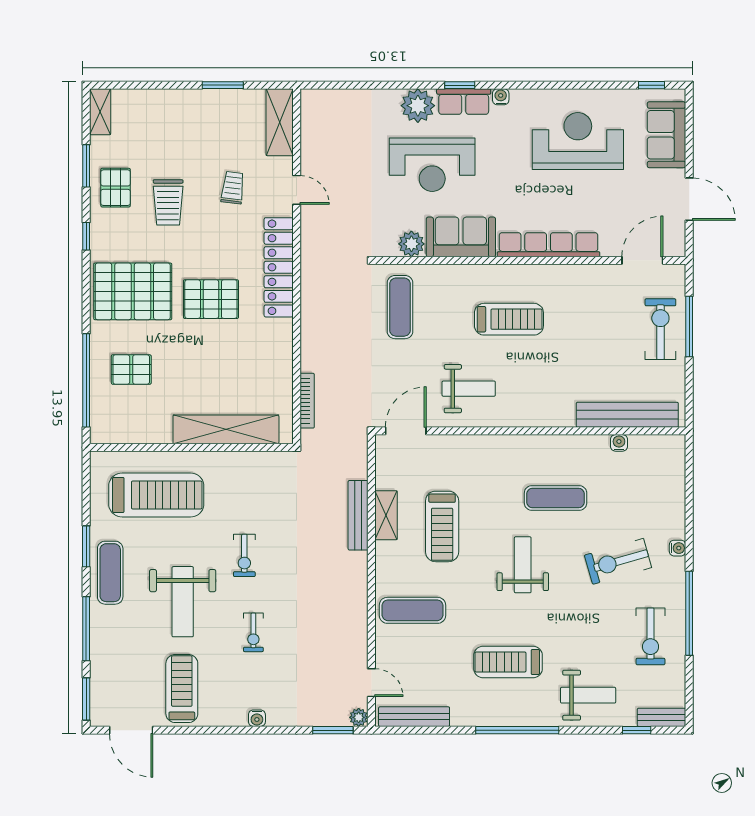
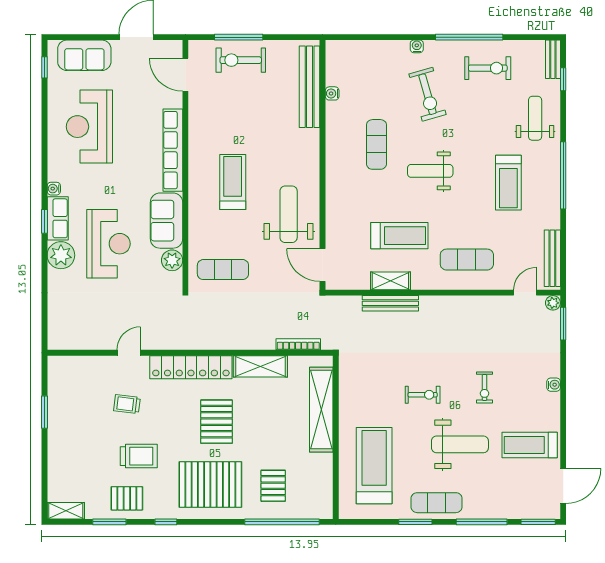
shelving: (280, 122) -> (260, 366), moved
pallet: (133, 291) -> (210, 485), turned 90
weight bench: (469, 389) -> (289, 214), width x1.36, depth x1.33
exercise mat: (412, 610) -> (467, 260), turned 90
exercise bike: (253, 632) -> (485, 387), turned 90

